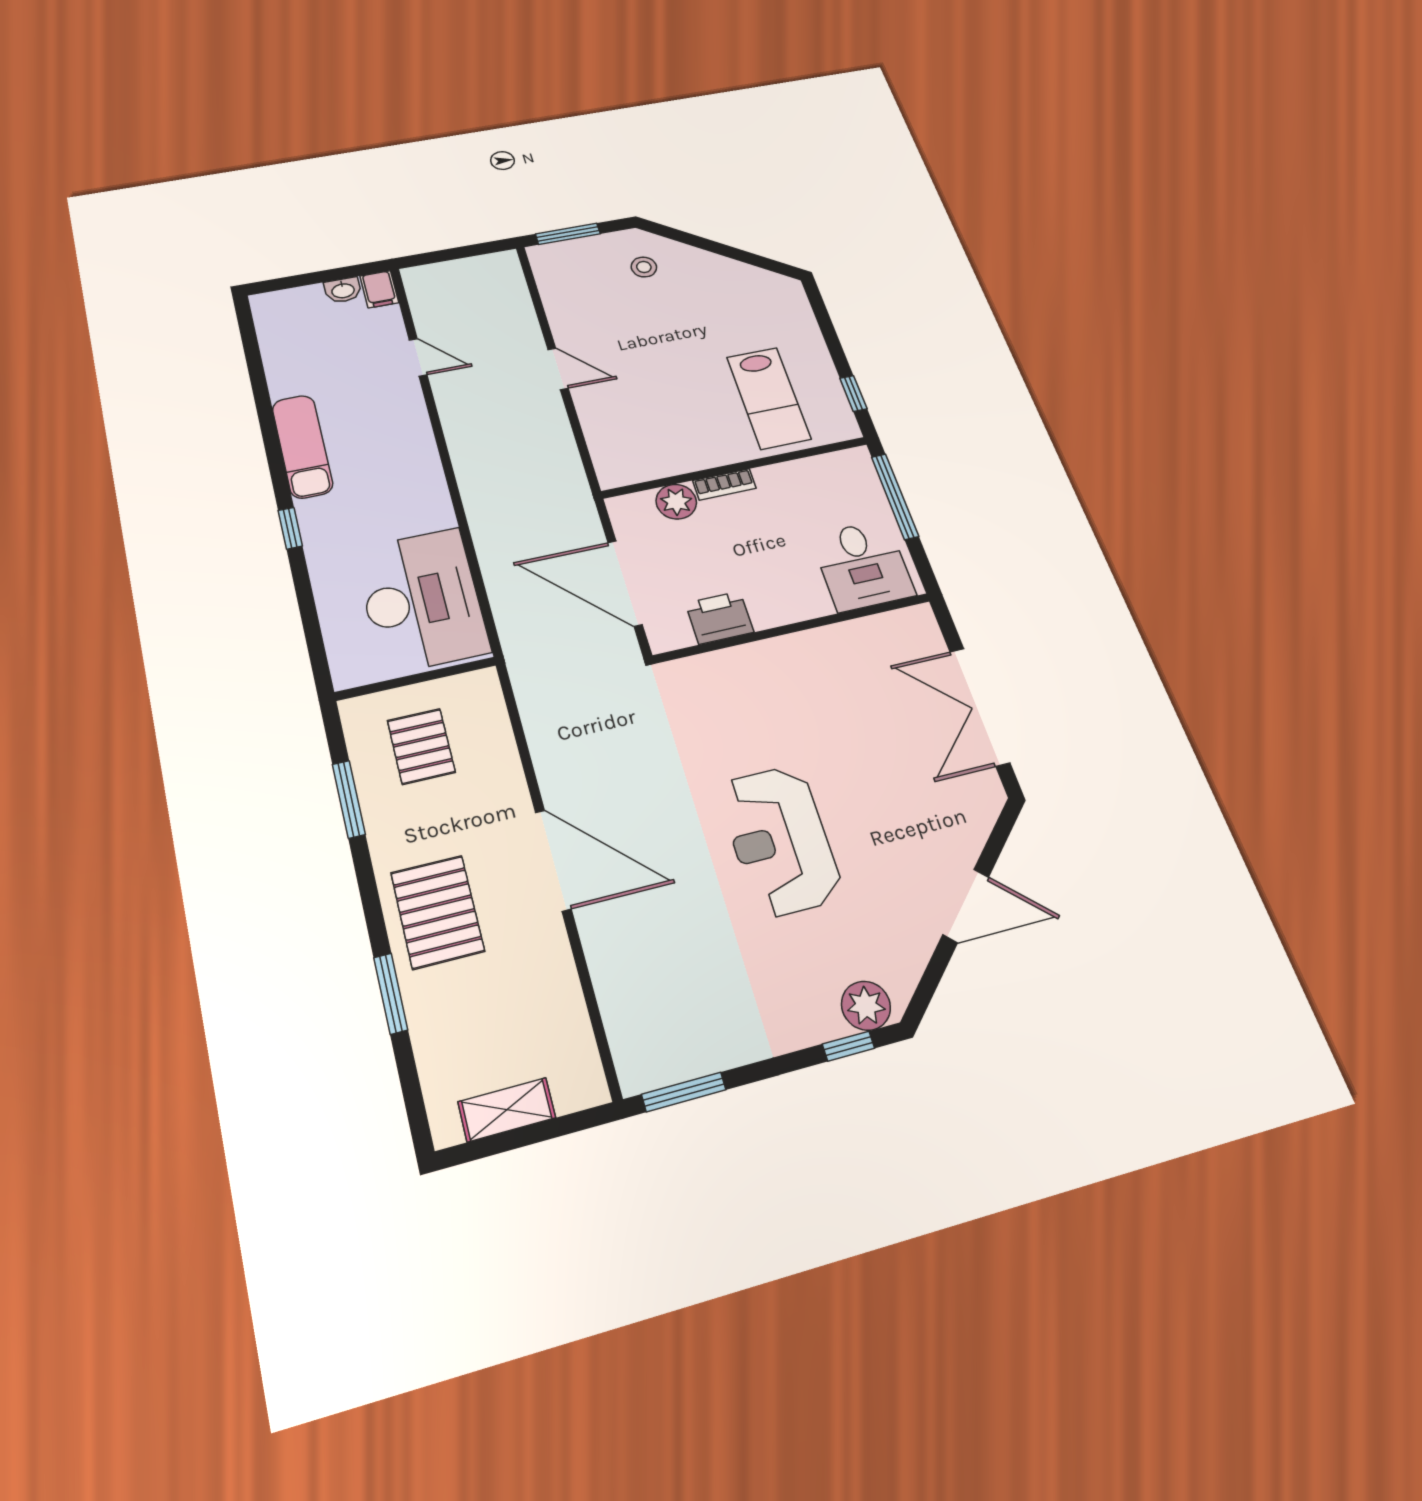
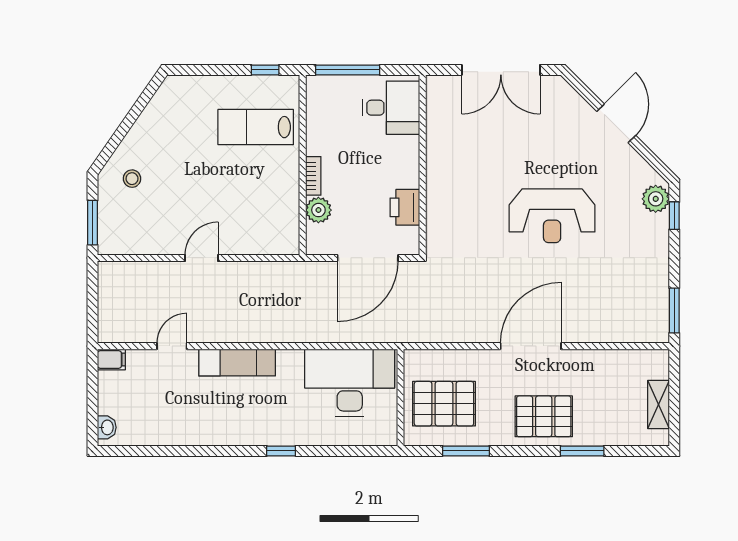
washbasin: (343, 290) -> (107, 427), moved
lab bench: (769, 398) -> (256, 127), turned 180
exam couch: (302, 446) -> (237, 362), moved, turned 180
pallet: (421, 746) -> (444, 404), width x1.50, depth x1.42

